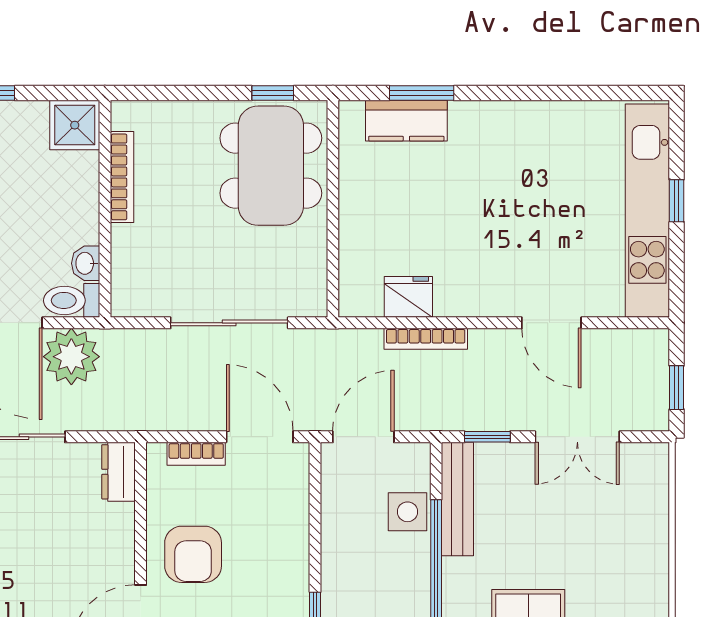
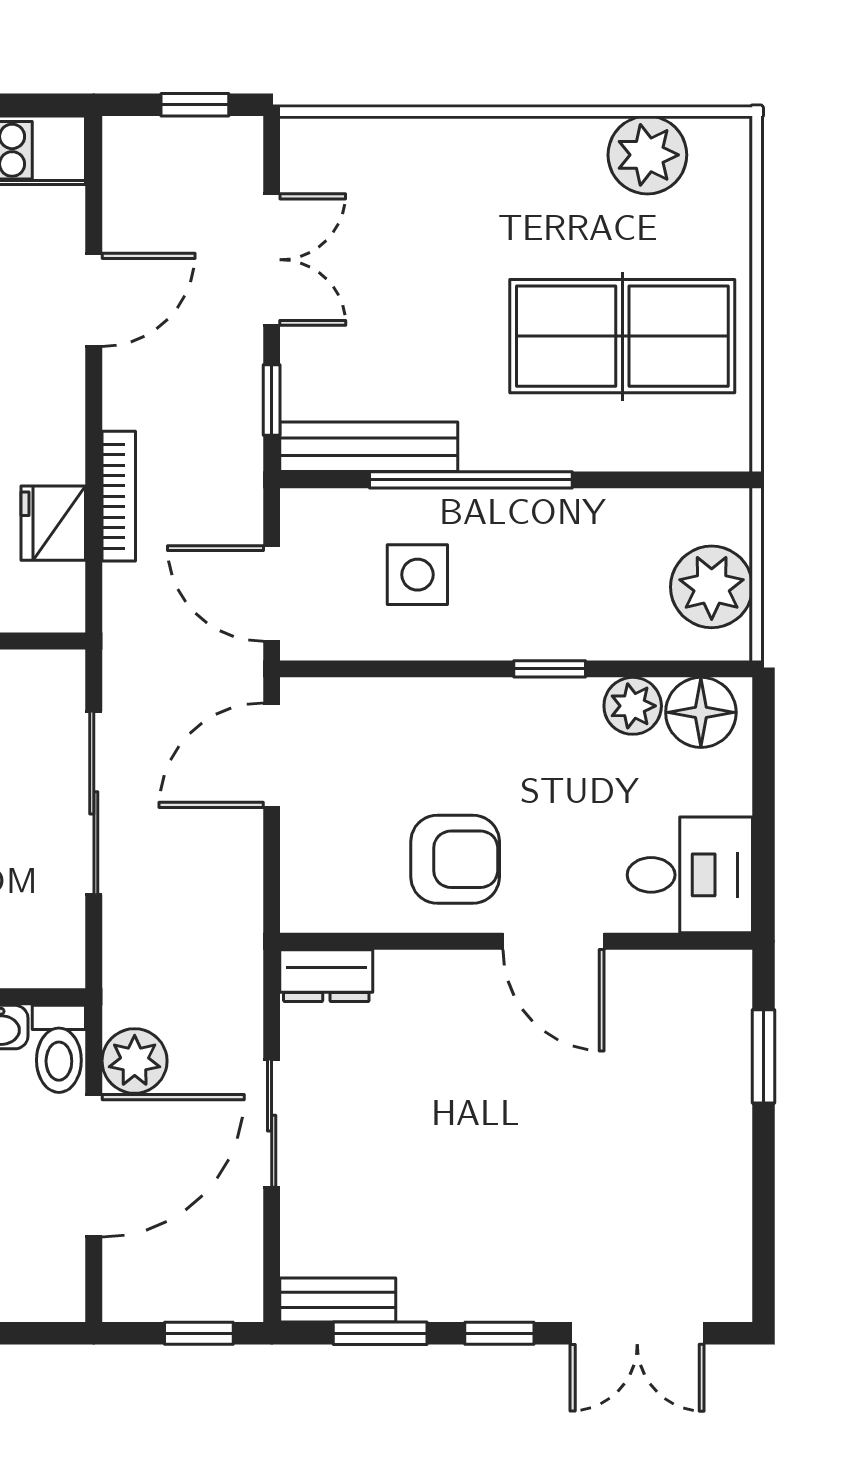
plant: (71, 357) -> (135, 1061), width x0.73, depth x0.73
bookcase: (196, 454) -> (298, 854), removed
side table: (408, 512) -> (417, 575), moved

